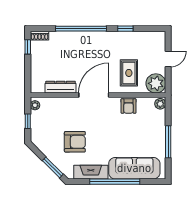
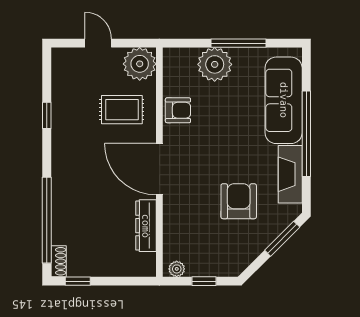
window: (81, 29) -> (47, 220), moved
plant: (160, 104) -> (215, 64), moved, width x1.87, depth x1.87

